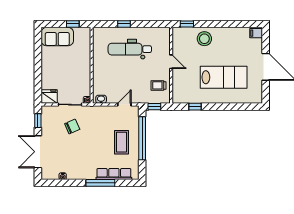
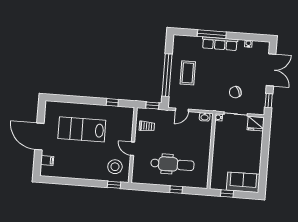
filing cabinet: (256, 33) -> (47, 160), moved
stool: (204, 39) -> (115, 167), moved
row of seats: (114, 174) -> (220, 44), moved

